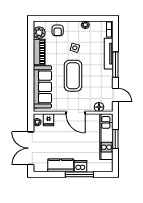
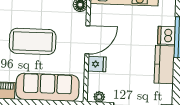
fridge: (49, 120) -> (97, 64), moved

